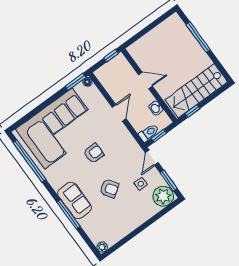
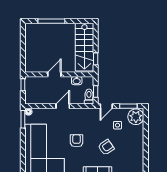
door: (119, 113) -> (63, 106), hinge flipped
door: (152, 158) -> (106, 106), hinge flipped

